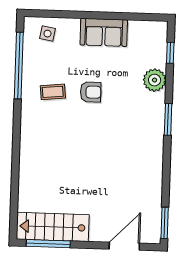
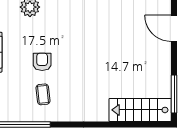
stairs: (53, 227) -> (140, 110), moved, turned 90

